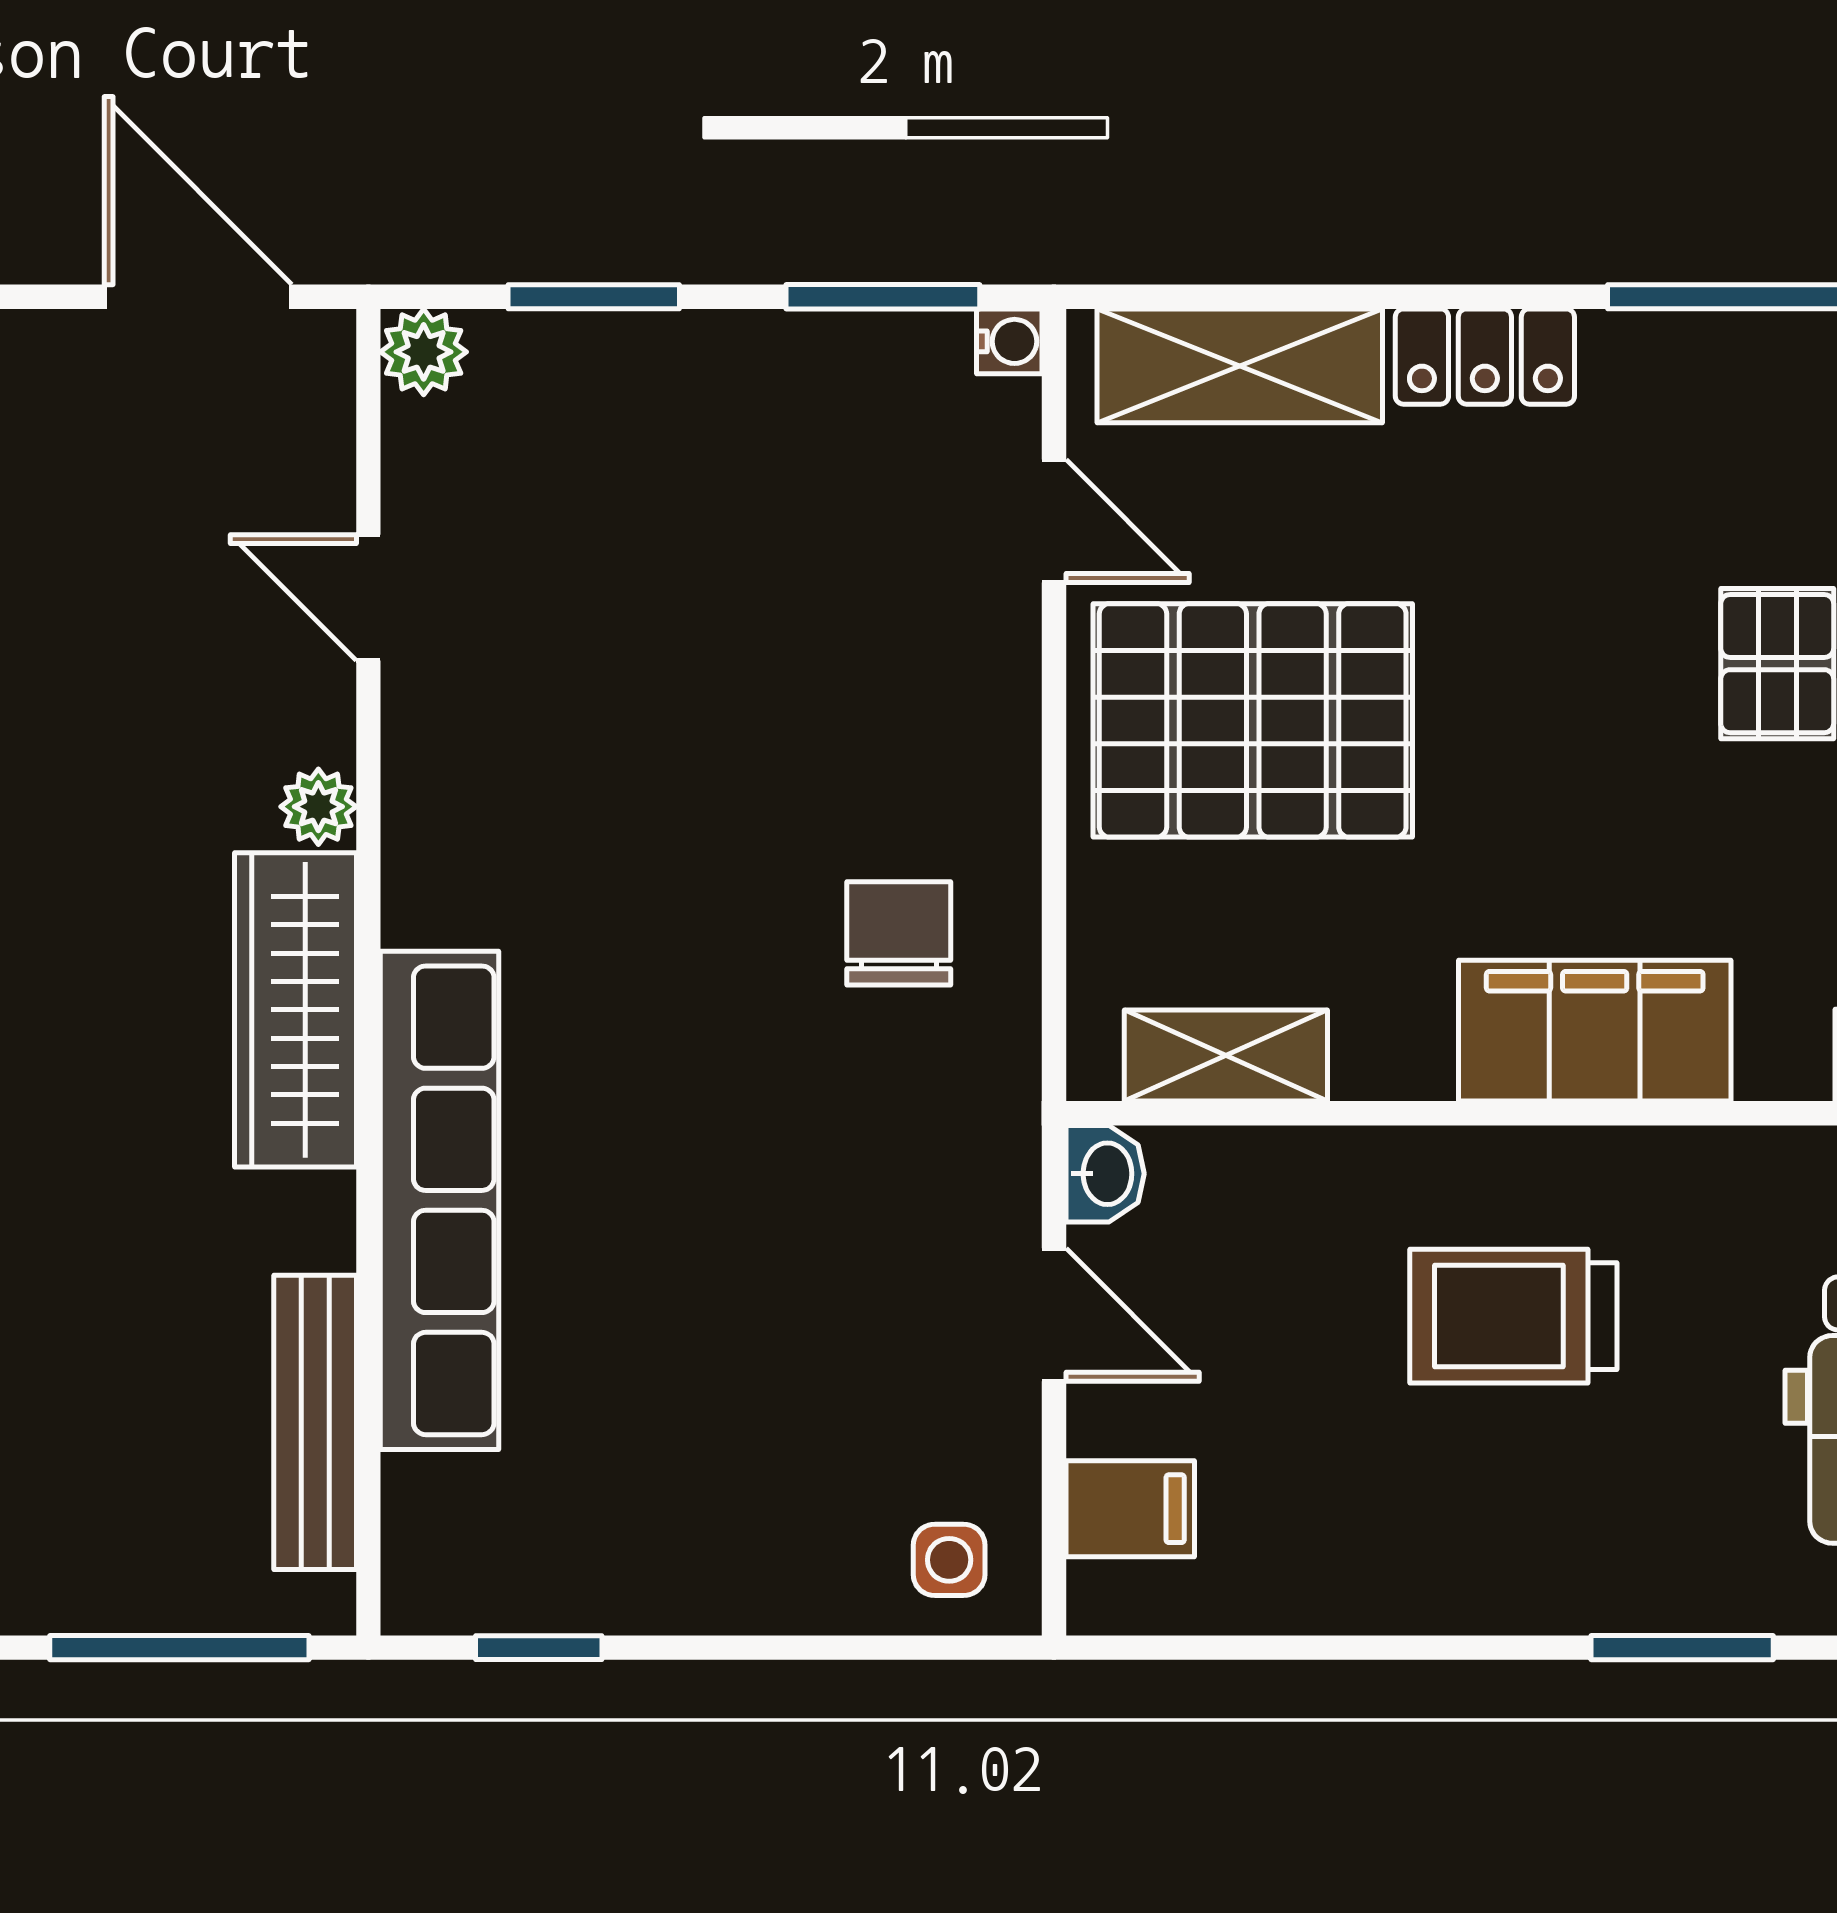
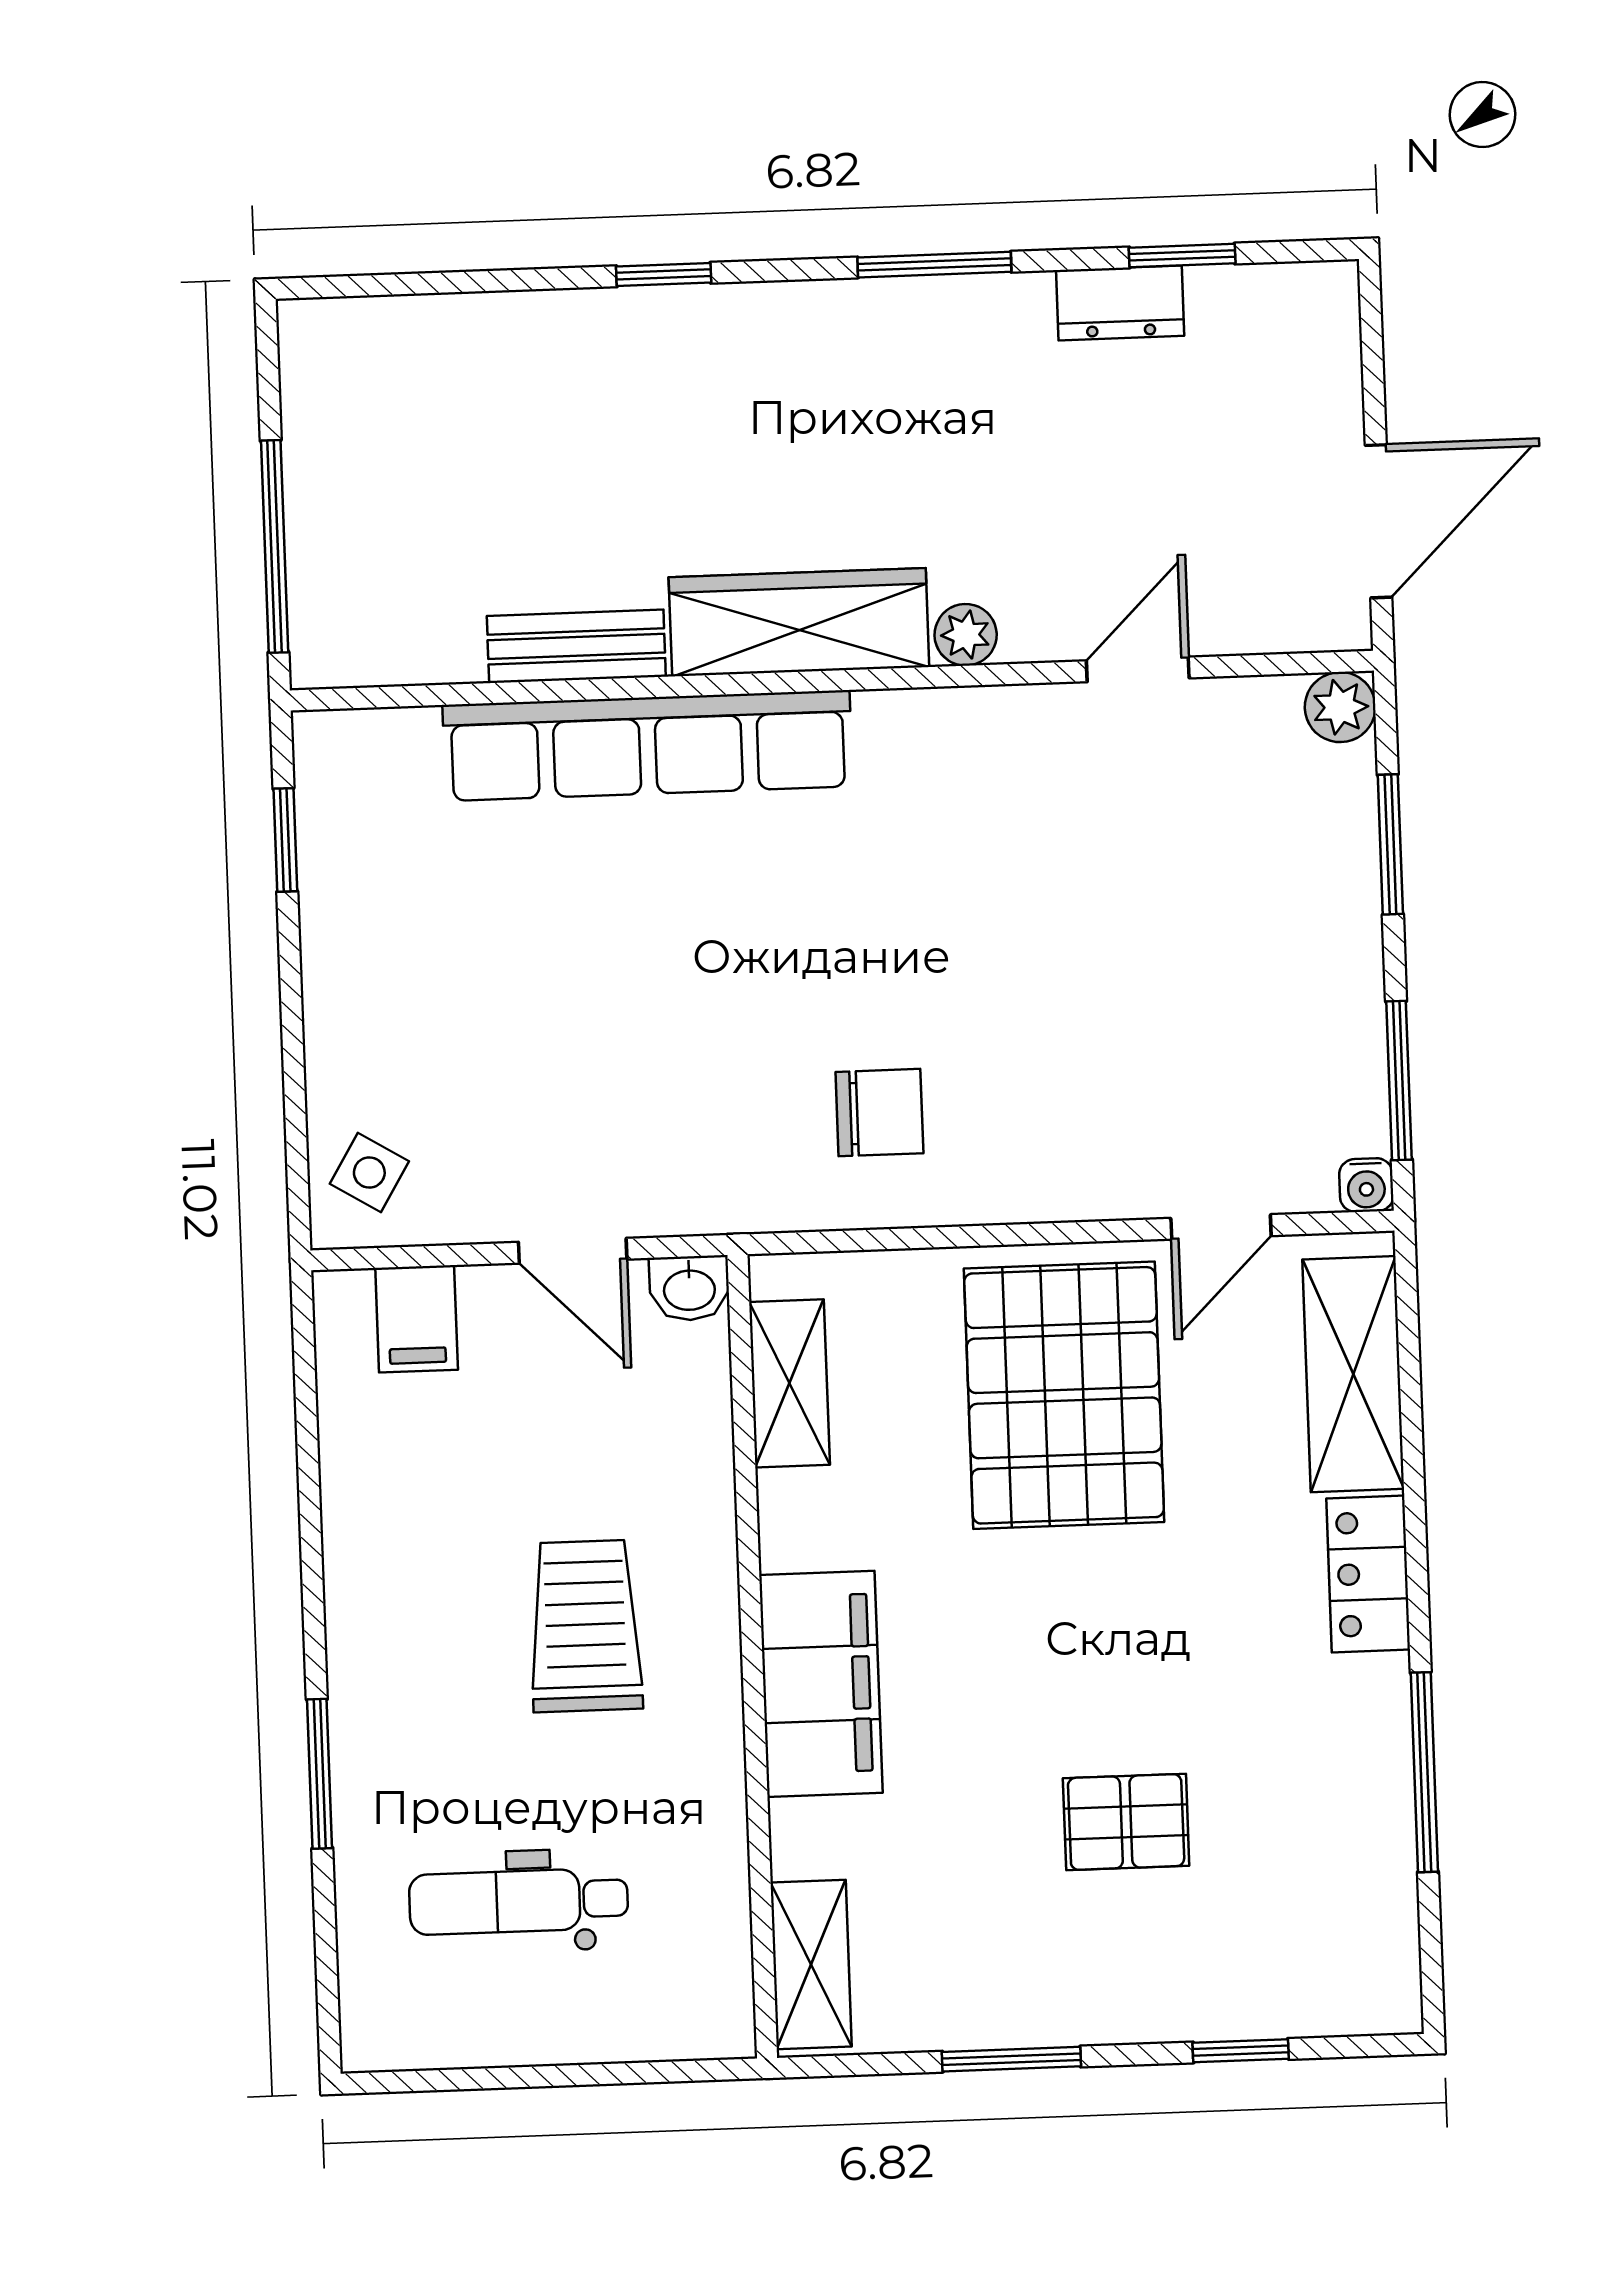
door: (1054, 1315) -> (573, 1251), hinge flipped
bench: (315, 1422) -> (576, 646), moved, width x0.73
side table: (949, 1560) -> (369, 1172), turned 31

